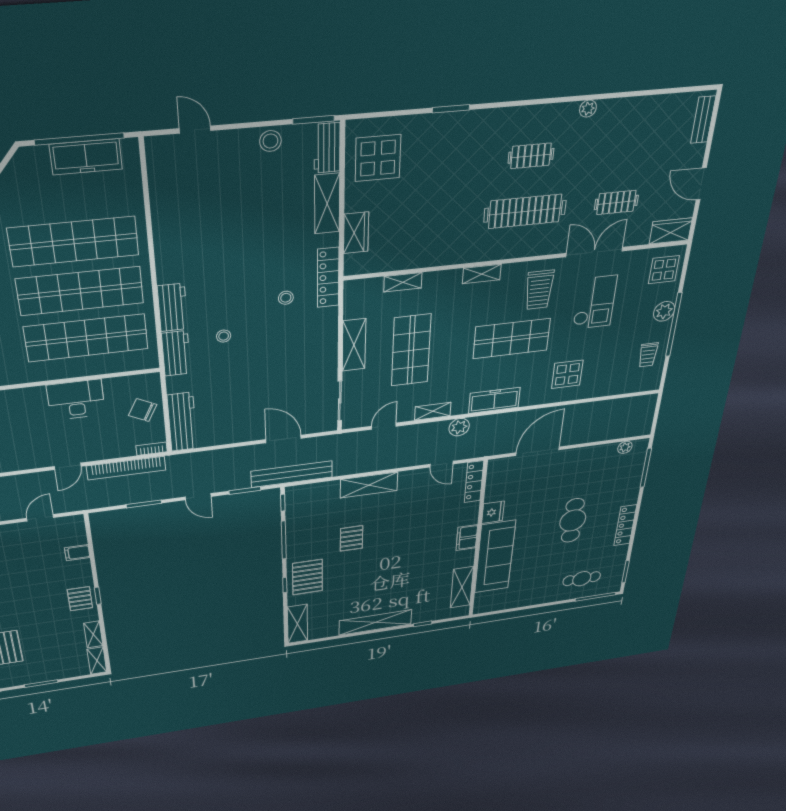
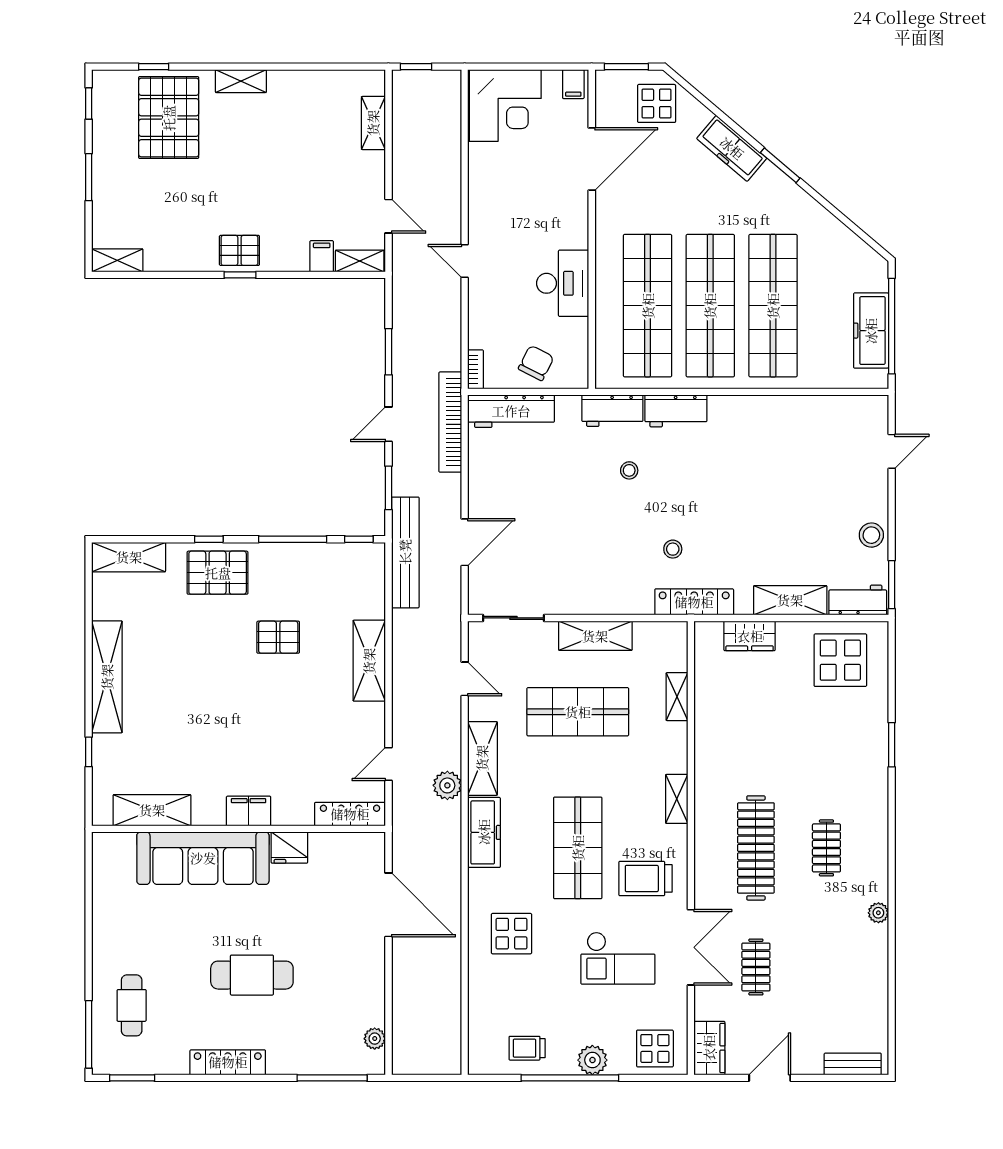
shelving: (433, 411) -> (482, 758), width x1.50, depth x1.33
bookcase: (126, 468) -> (450, 422), moved
shelving: (93, 634) -> (360, 261), moved

